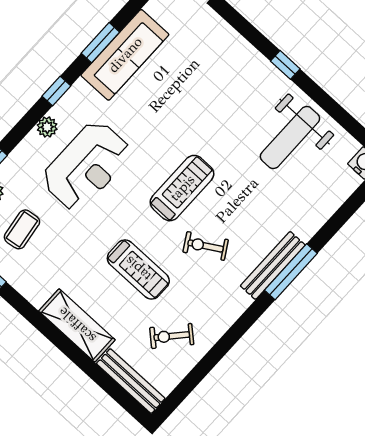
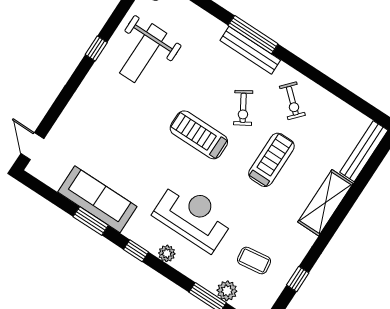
window: (285, 65) -> (96, 48), moved
weight bench: (290, 138) -> (143, 53), turned 90
exercise bike: (172, 336) -> (292, 101), moved

